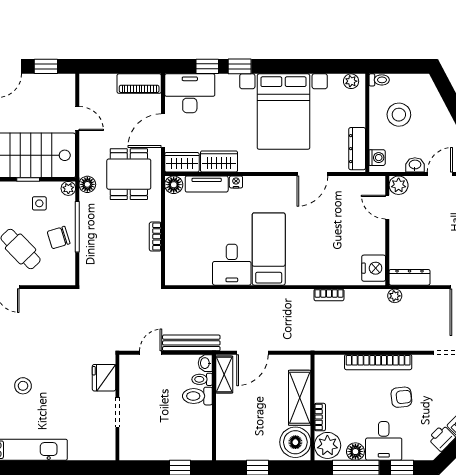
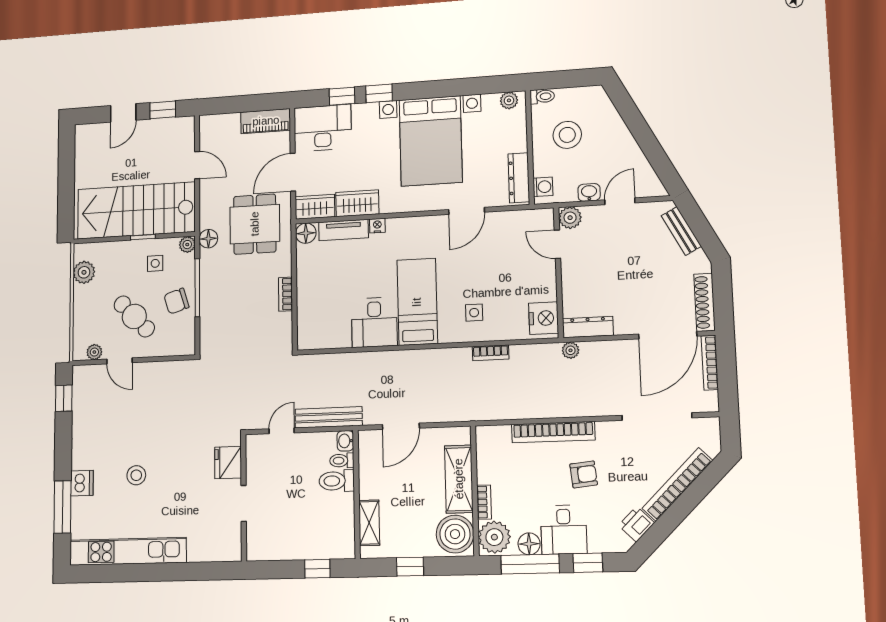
side table: (316, 261) -> (474, 313), added
shelving: (224, 375) -> (369, 523), moved

